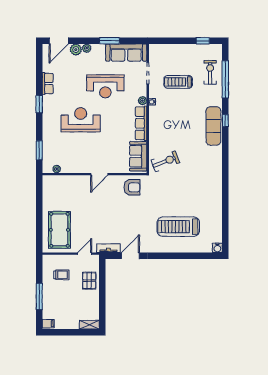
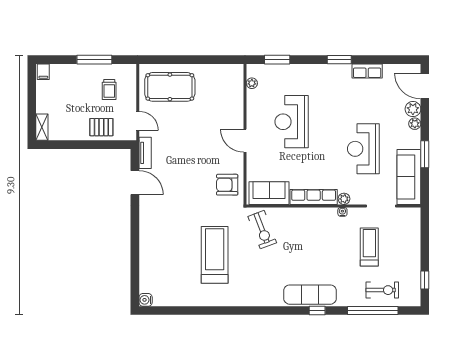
reception desk: (81, 120) -> (292, 122), moved, turned 180
armchair: (132, 187) -> (227, 185), turned 90
treadmill: (178, 227) -> (215, 255), moved
window: (39, 296) -> (94, 60), moved

